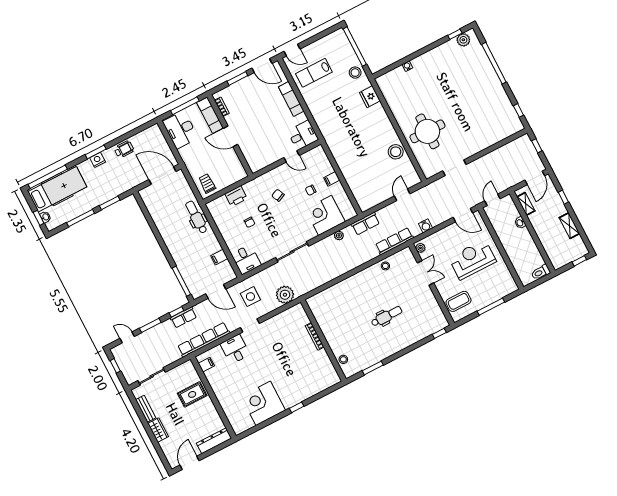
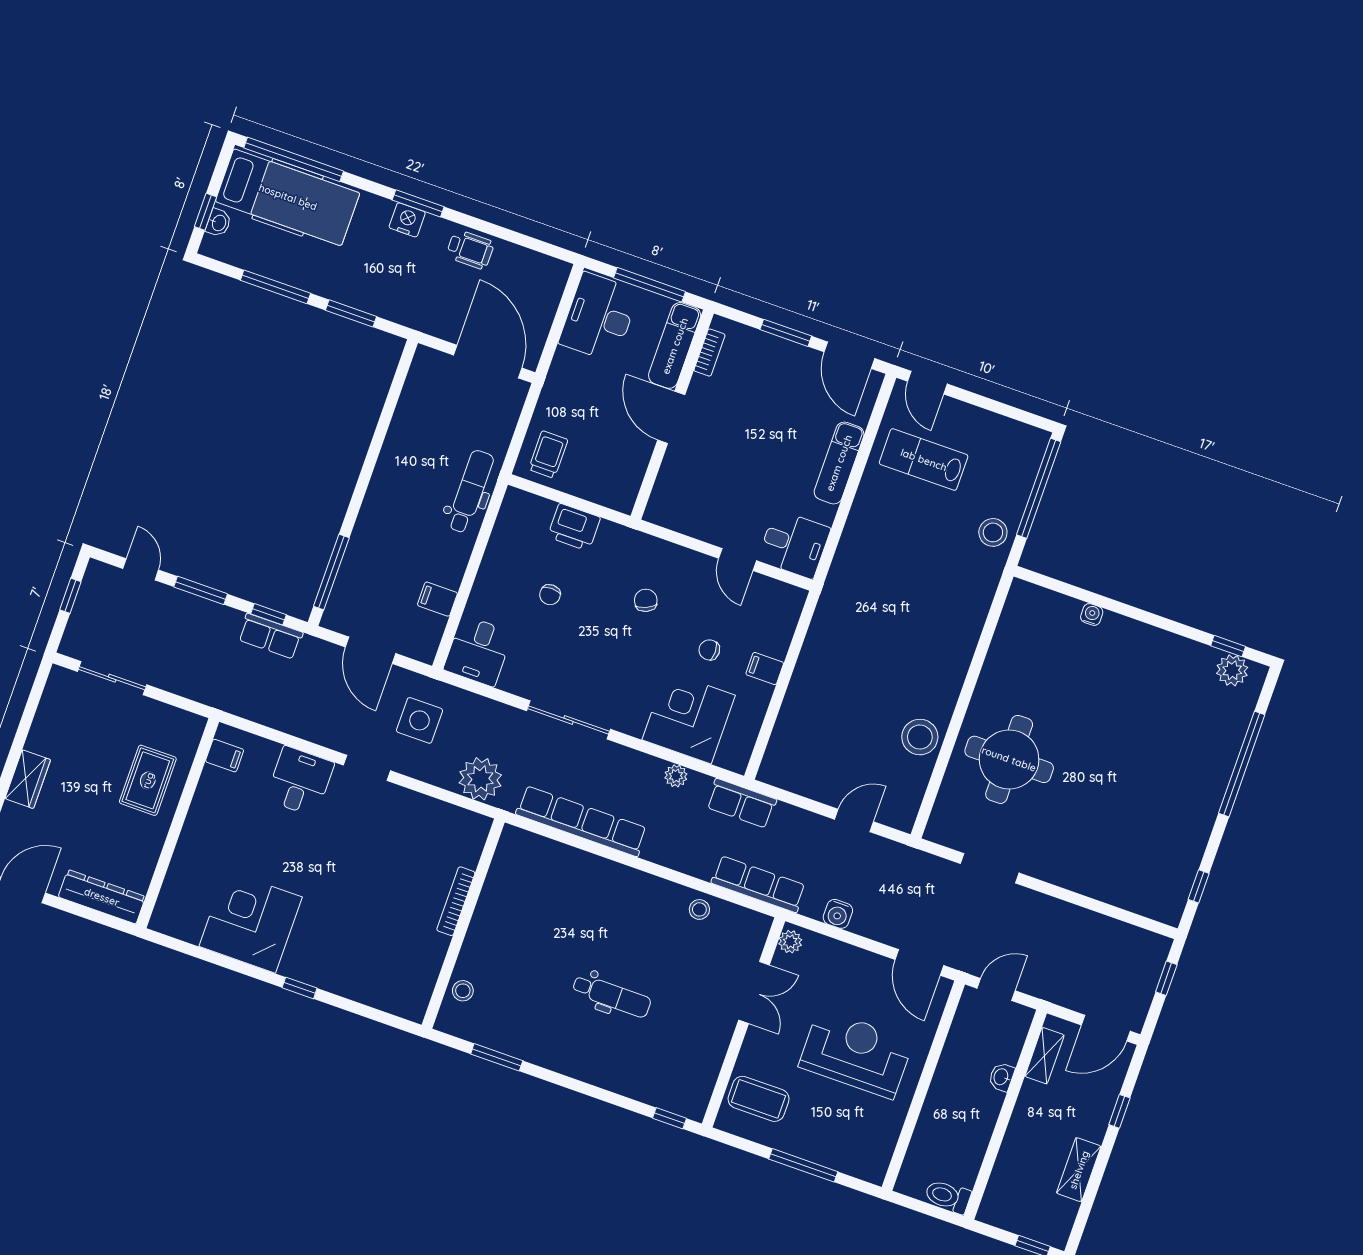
fridge: (370, 97) -> (974, 599), removed
row of seats: (204, 340) -> (581, 821), moved
rug: (192, 394) -> (148, 780), turned 90
bench: (146, 409) -> (45, 722), removed

